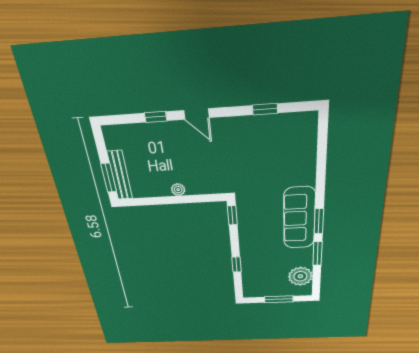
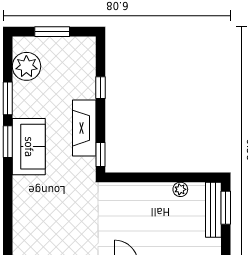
plant: (178, 190) -> (180, 189), moved
sofa: (299, 218) -> (29, 147), width x0.73
fireplace: (249, 235) -> (84, 128), added

